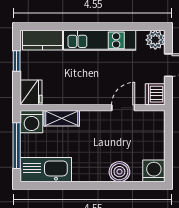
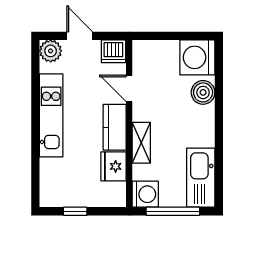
kitchen counter: (42, 40) -> (115, 127), moved, turned 180
fridge: (31, 93) -> (114, 166), moved, turned -90
shelving: (62, 118) -> (141, 143), moved
washing machine: (154, 171) -> (197, 57), width x1.37, depth x1.37

